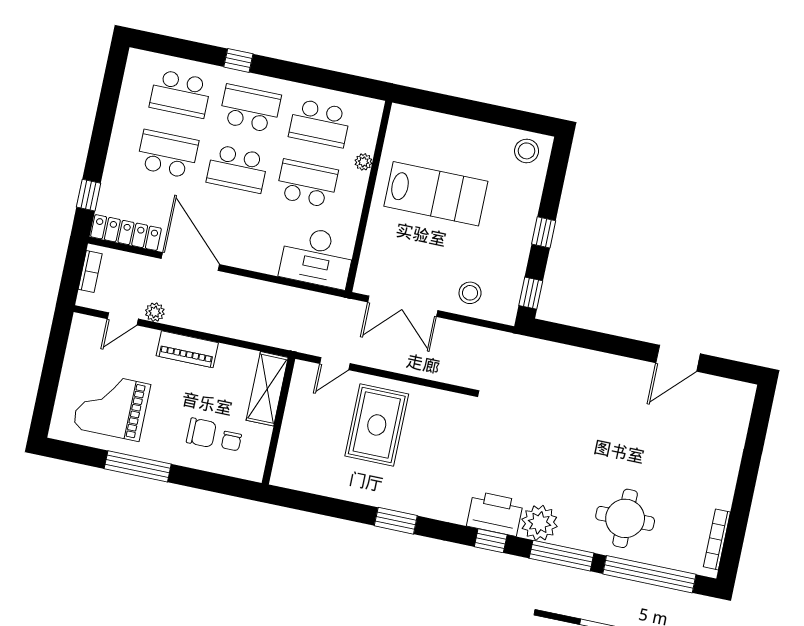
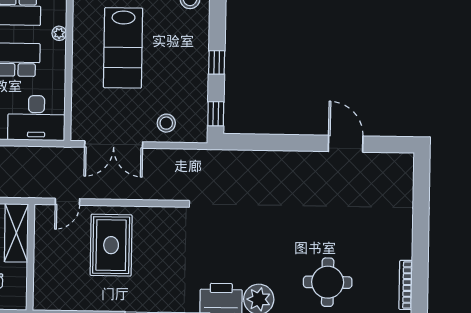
lab bench: (436, 194) -> (123, 48), turned 90
door: (678, 358) -> (346, 144), swing flipped

